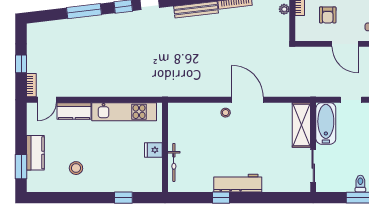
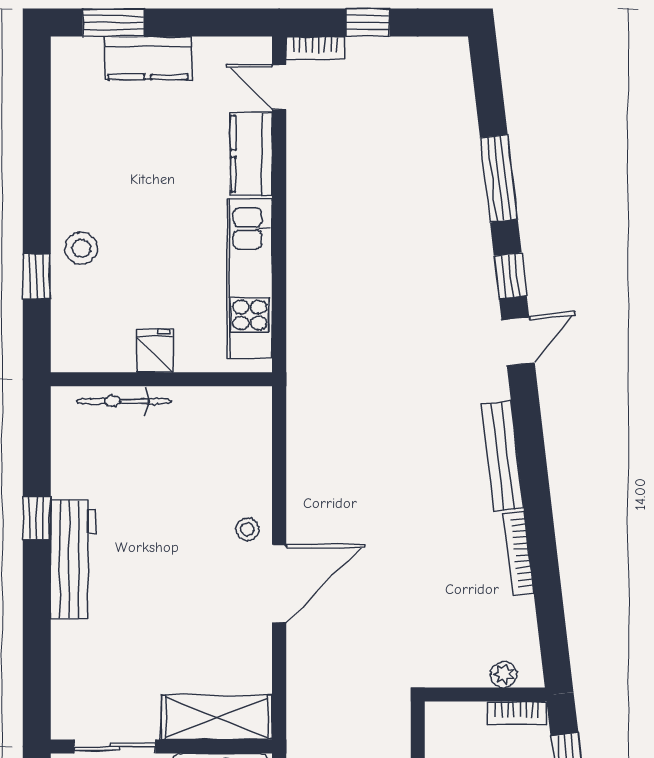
stool: (76, 168) -> (81, 248), moved

